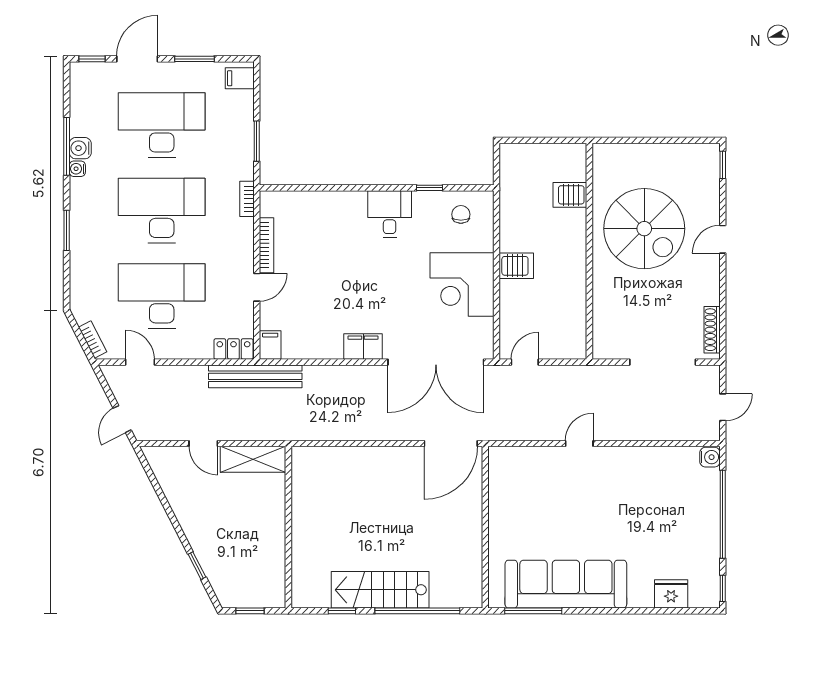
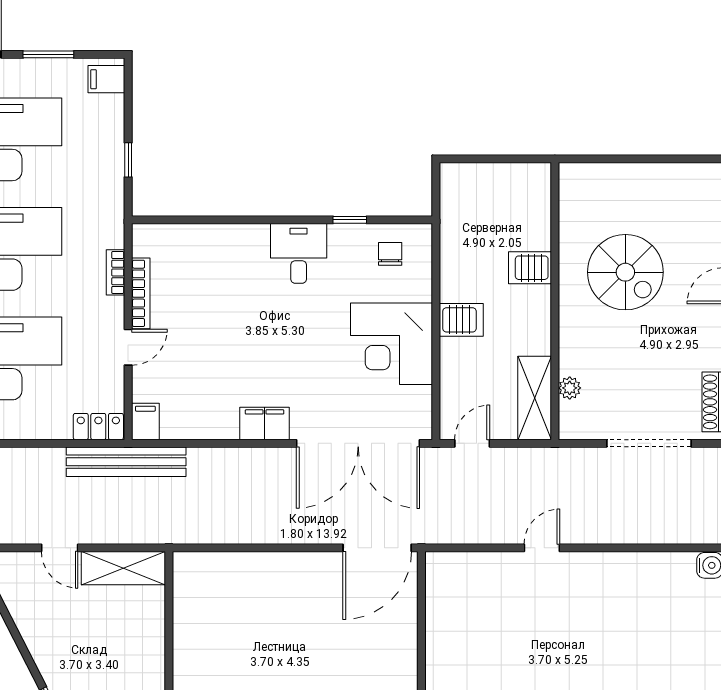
window: (257, 141) -> (128, 160), width x0.67
server rack: (570, 195) -> (530, 268), moved
bookcase: (247, 199) -> (116, 272), moved
spiral stairs: (644, 229) -> (625, 272), width x0.73, depth x0.73
plant: (601, 319) -> (570, 388), added
shelving: (574, 327) -> (535, 398), added

